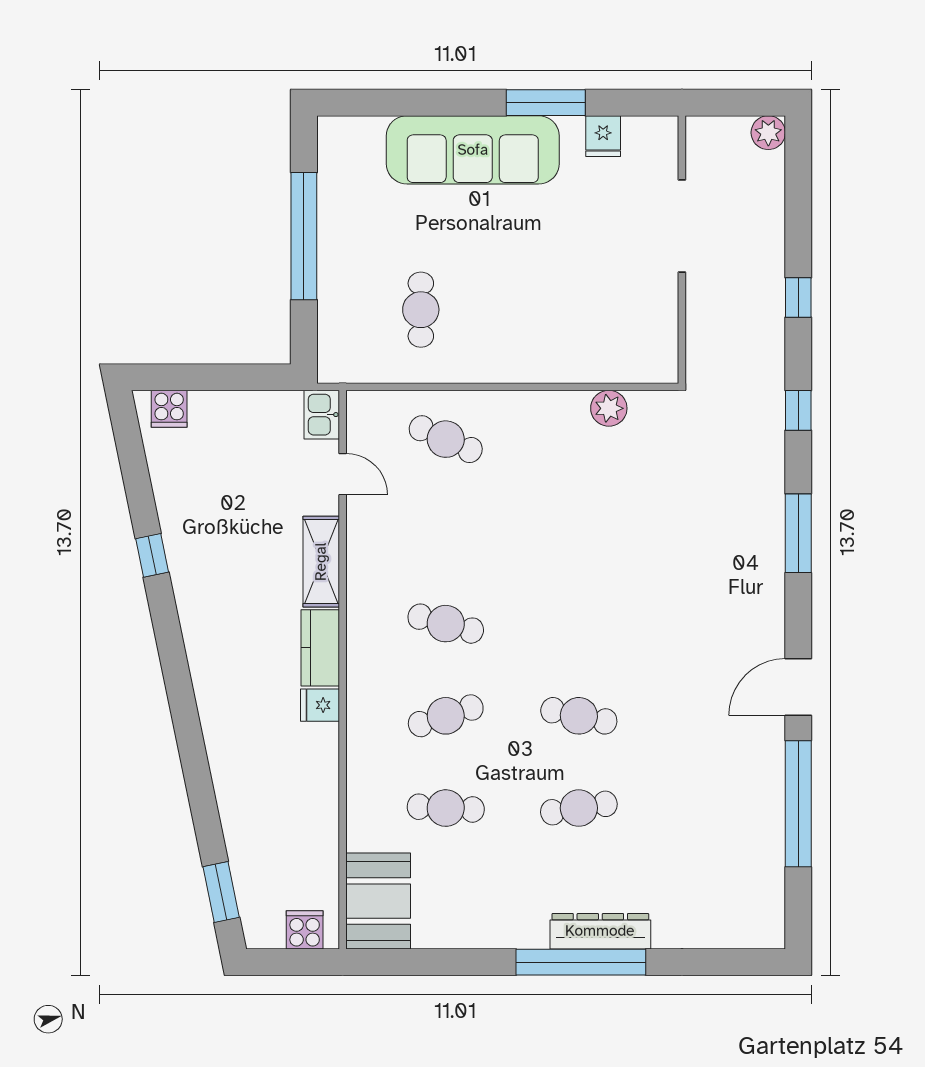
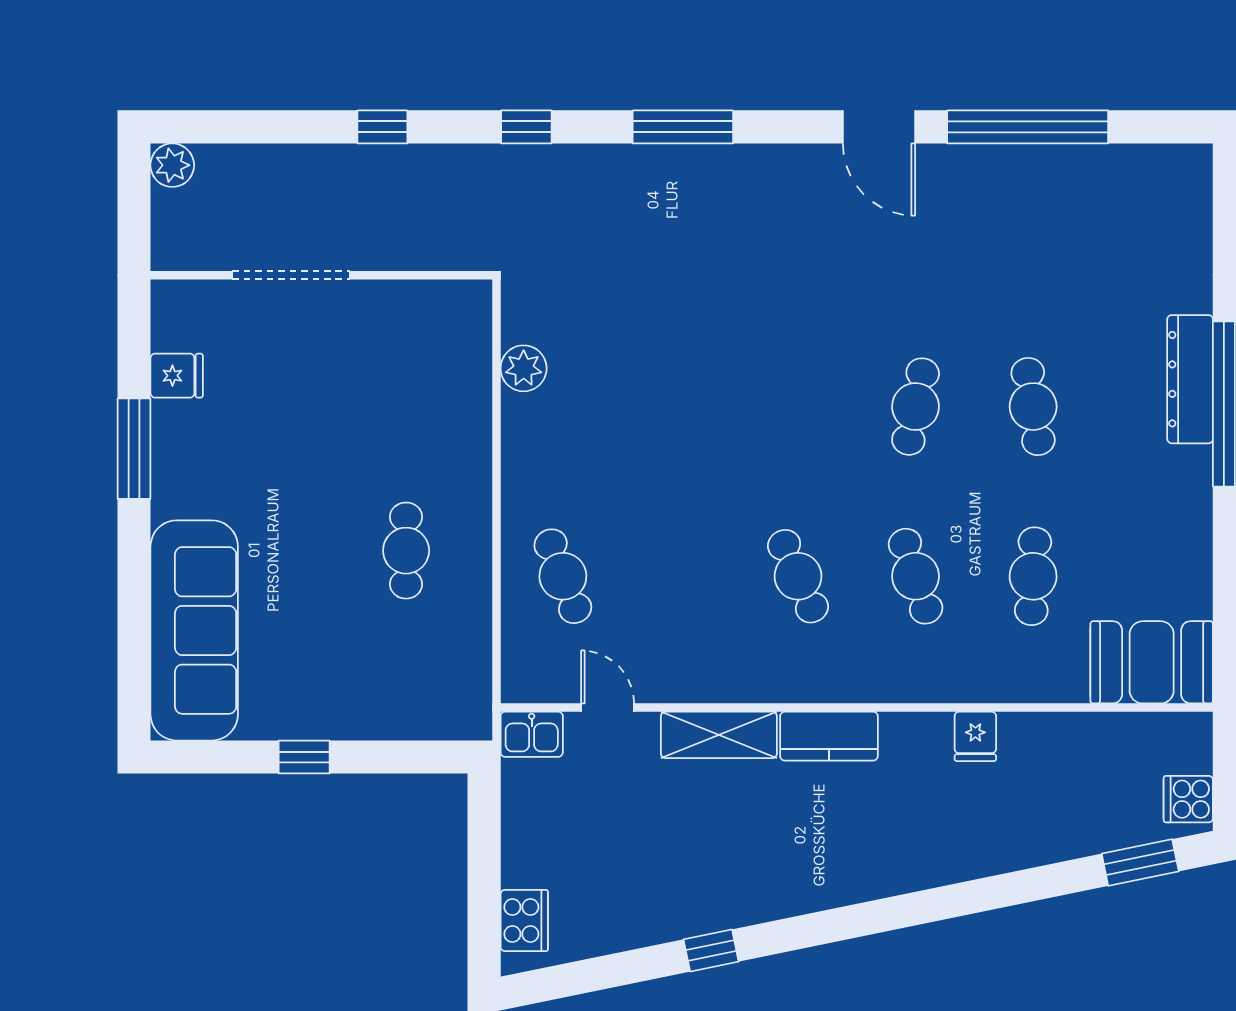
sofa: (473, 150) -> (194, 630), moved
window: (304, 236) -> (304, 757), width x0.32
cafe table: (421, 310) -> (406, 551), moved, turned 90
cooker: (169, 409) -> (524, 921), width x1.36
cafe table: (446, 439) -> (563, 576), turned -45
door: (343, 474) -> (608, 708), hinge flipped
cafe table: (446, 624) -> (798, 576), turned -39
fridge: (320, 705) -> (975, 736), moved
cooker: (305, 930) -> (1188, 799), moved

